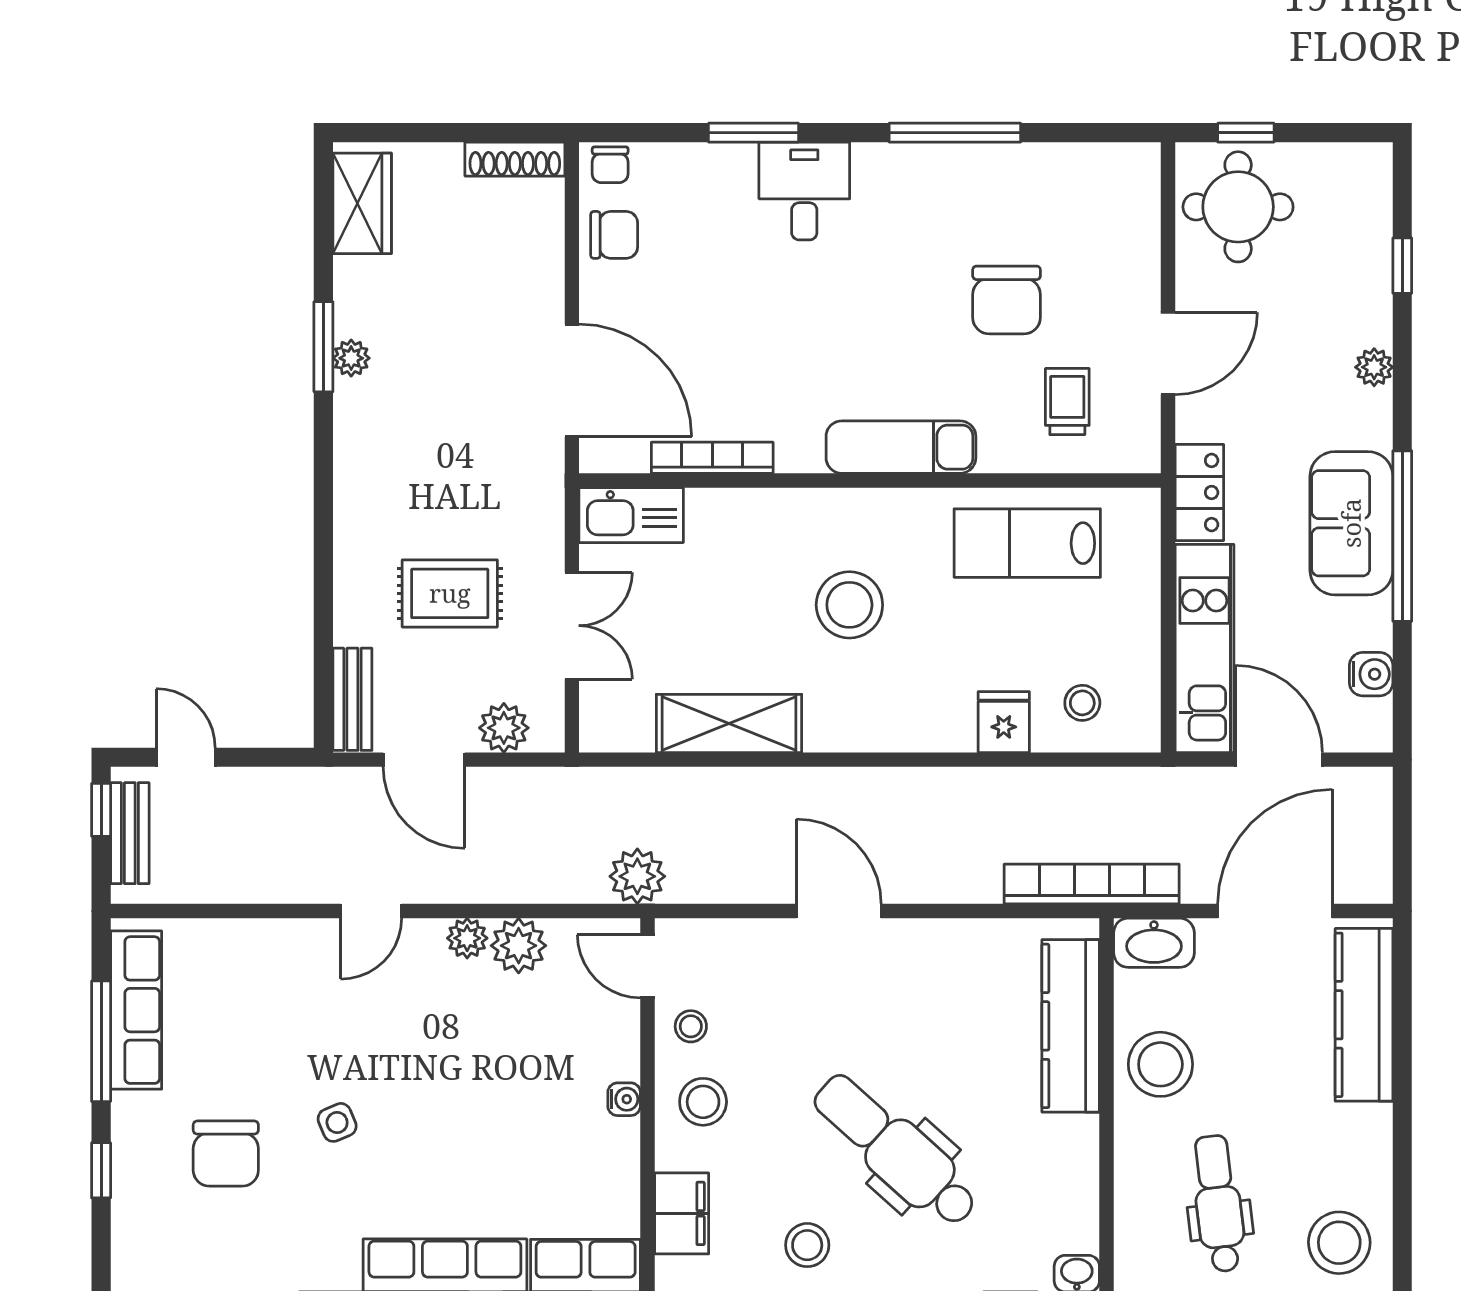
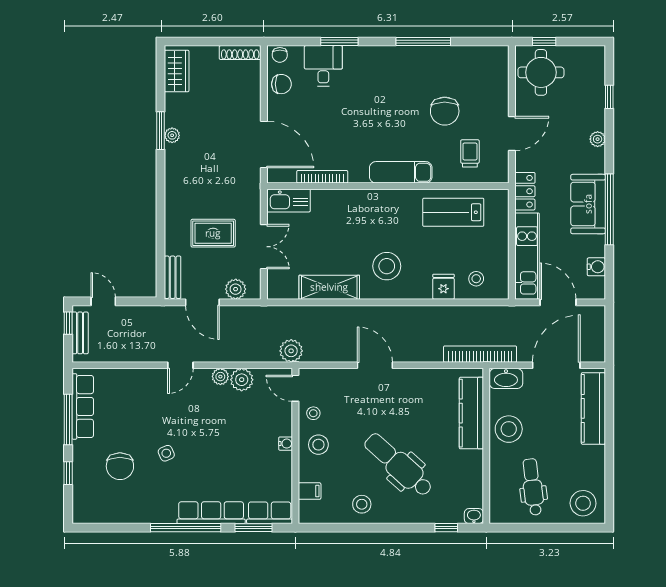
desk: (804, 191) -> (323, 66), moved
stool: (849, 605) -> (387, 266), moved
filing cabinet: (682, 1213) -> (310, 491), width x0.50

